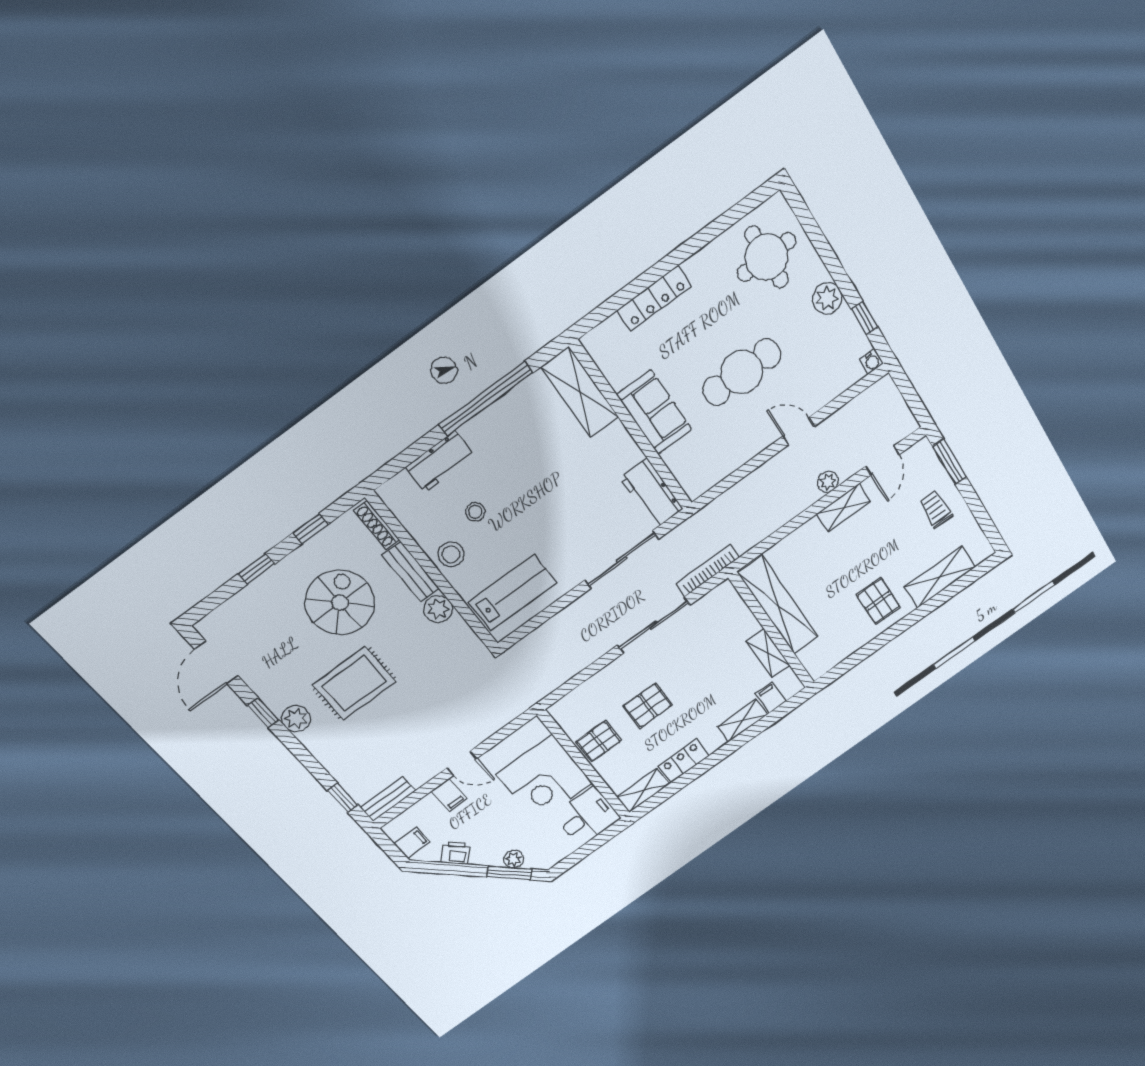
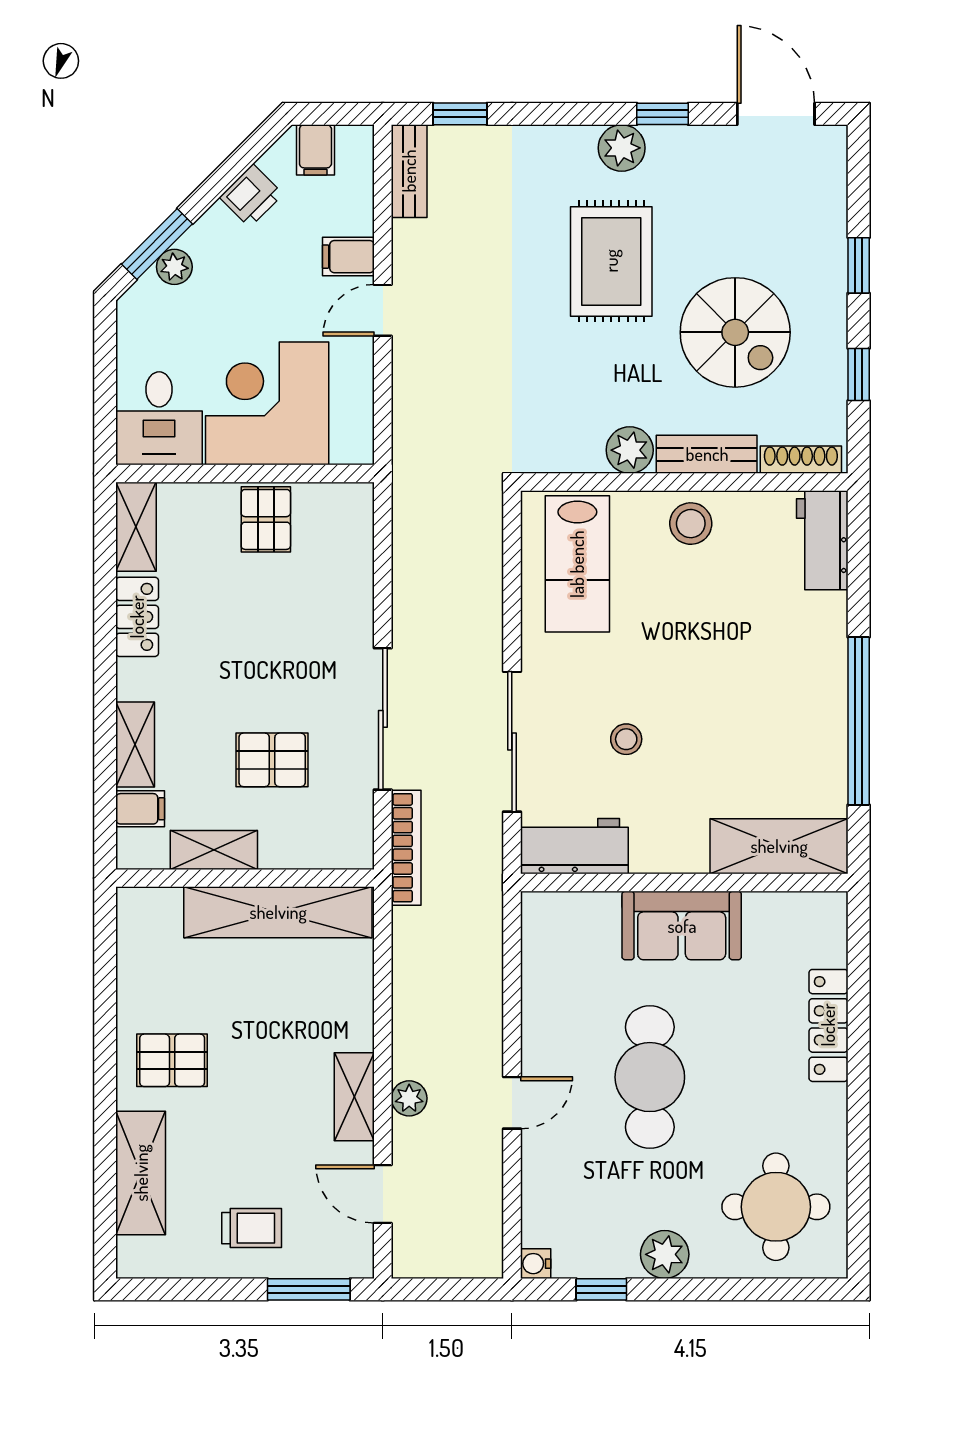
workbench: (440, 462) -> (822, 540), moved
stool: (475, 512) -> (626, 739), moved
pallet: (648, 706) -> (272, 760), moved, turned 90

